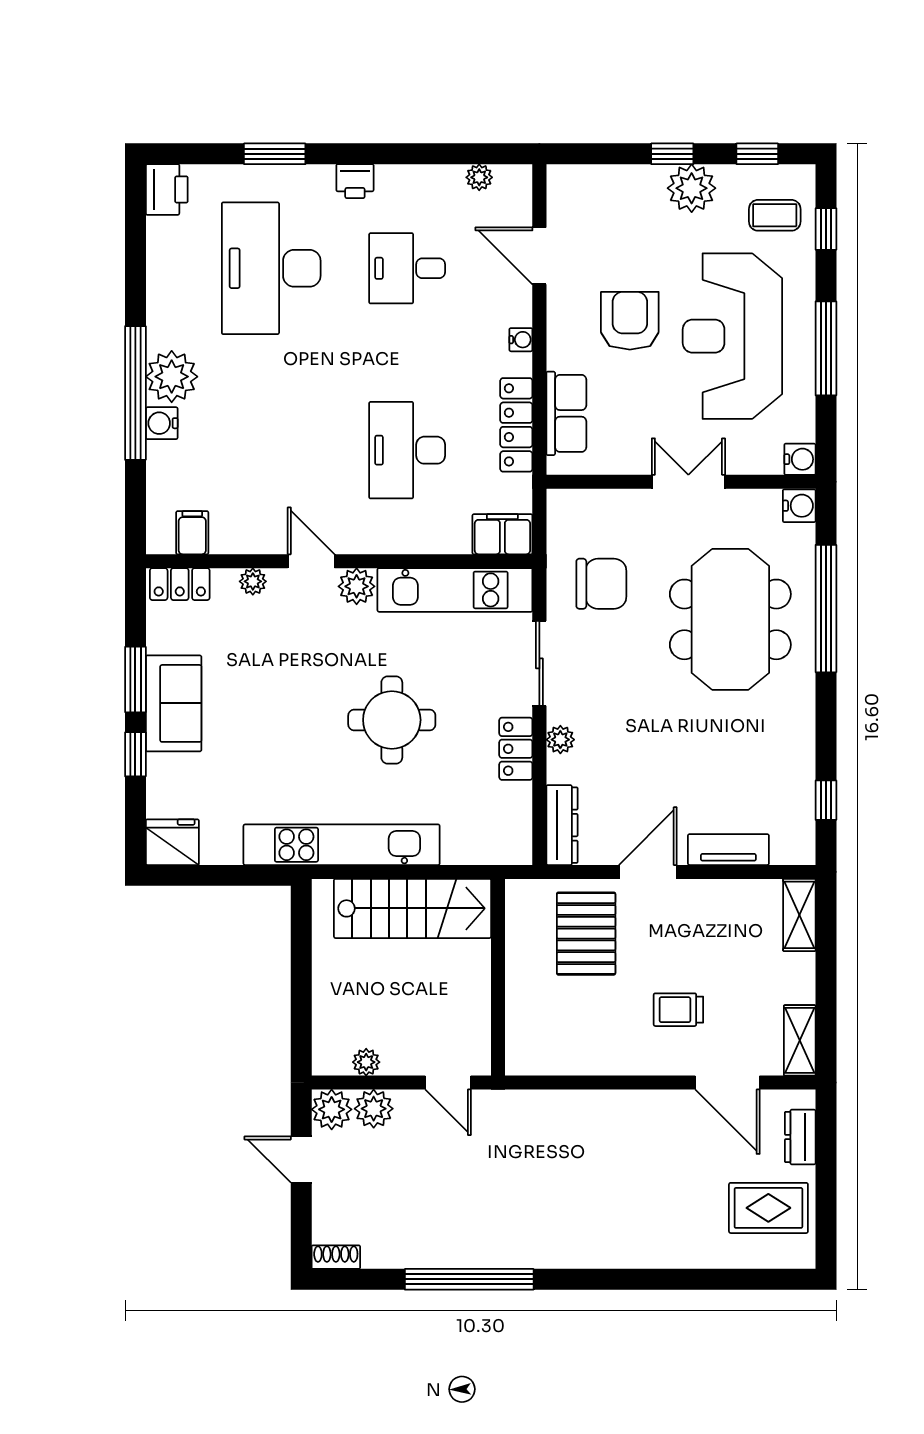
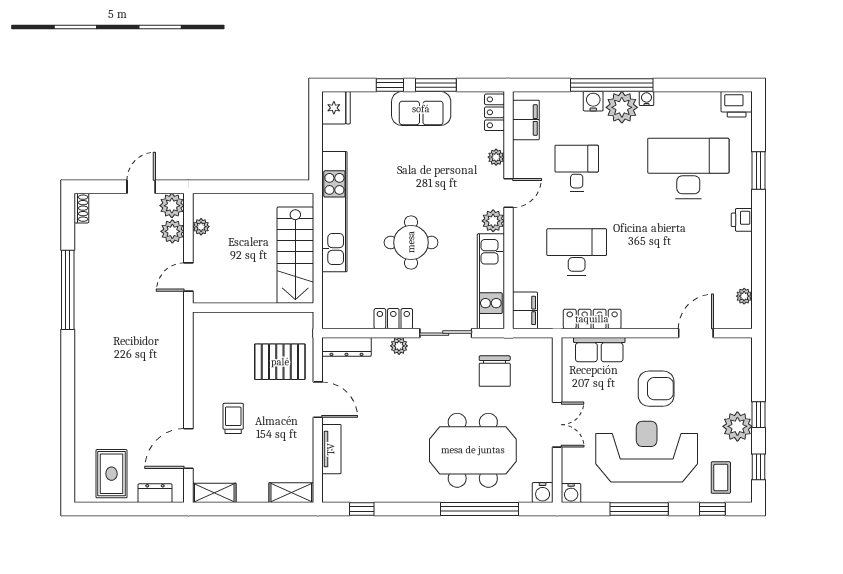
desk: (407, 268) -> (577, 168), moved
water cooler: (521, 340) -> (647, 99), moved, turned 180
filing cabinet: (192, 533) -> (526, 120), width x2.00

